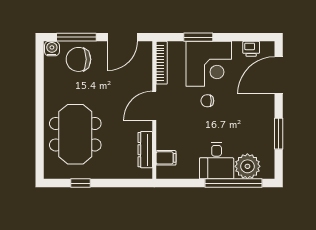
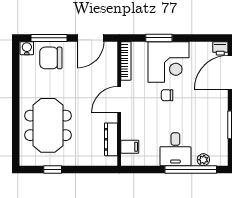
printer: (251, 49) -> (220, 48), moved
plant: (247, 166) -> (203, 160), width x0.53, depth x0.53

